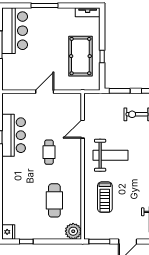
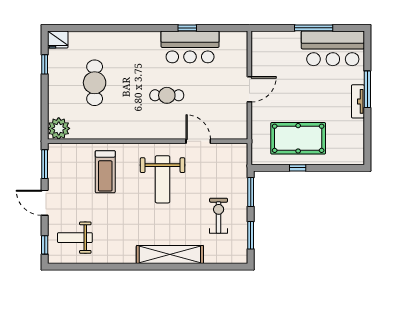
tv unit: (88, 12) -> (358, 101), moved
door: (45, 92) -> (249, 89), hinge flipped
treadmill: (105, 197) -> (105, 172), turned -90
cafe table: (54, 200) -> (95, 83), moved, turned 90

